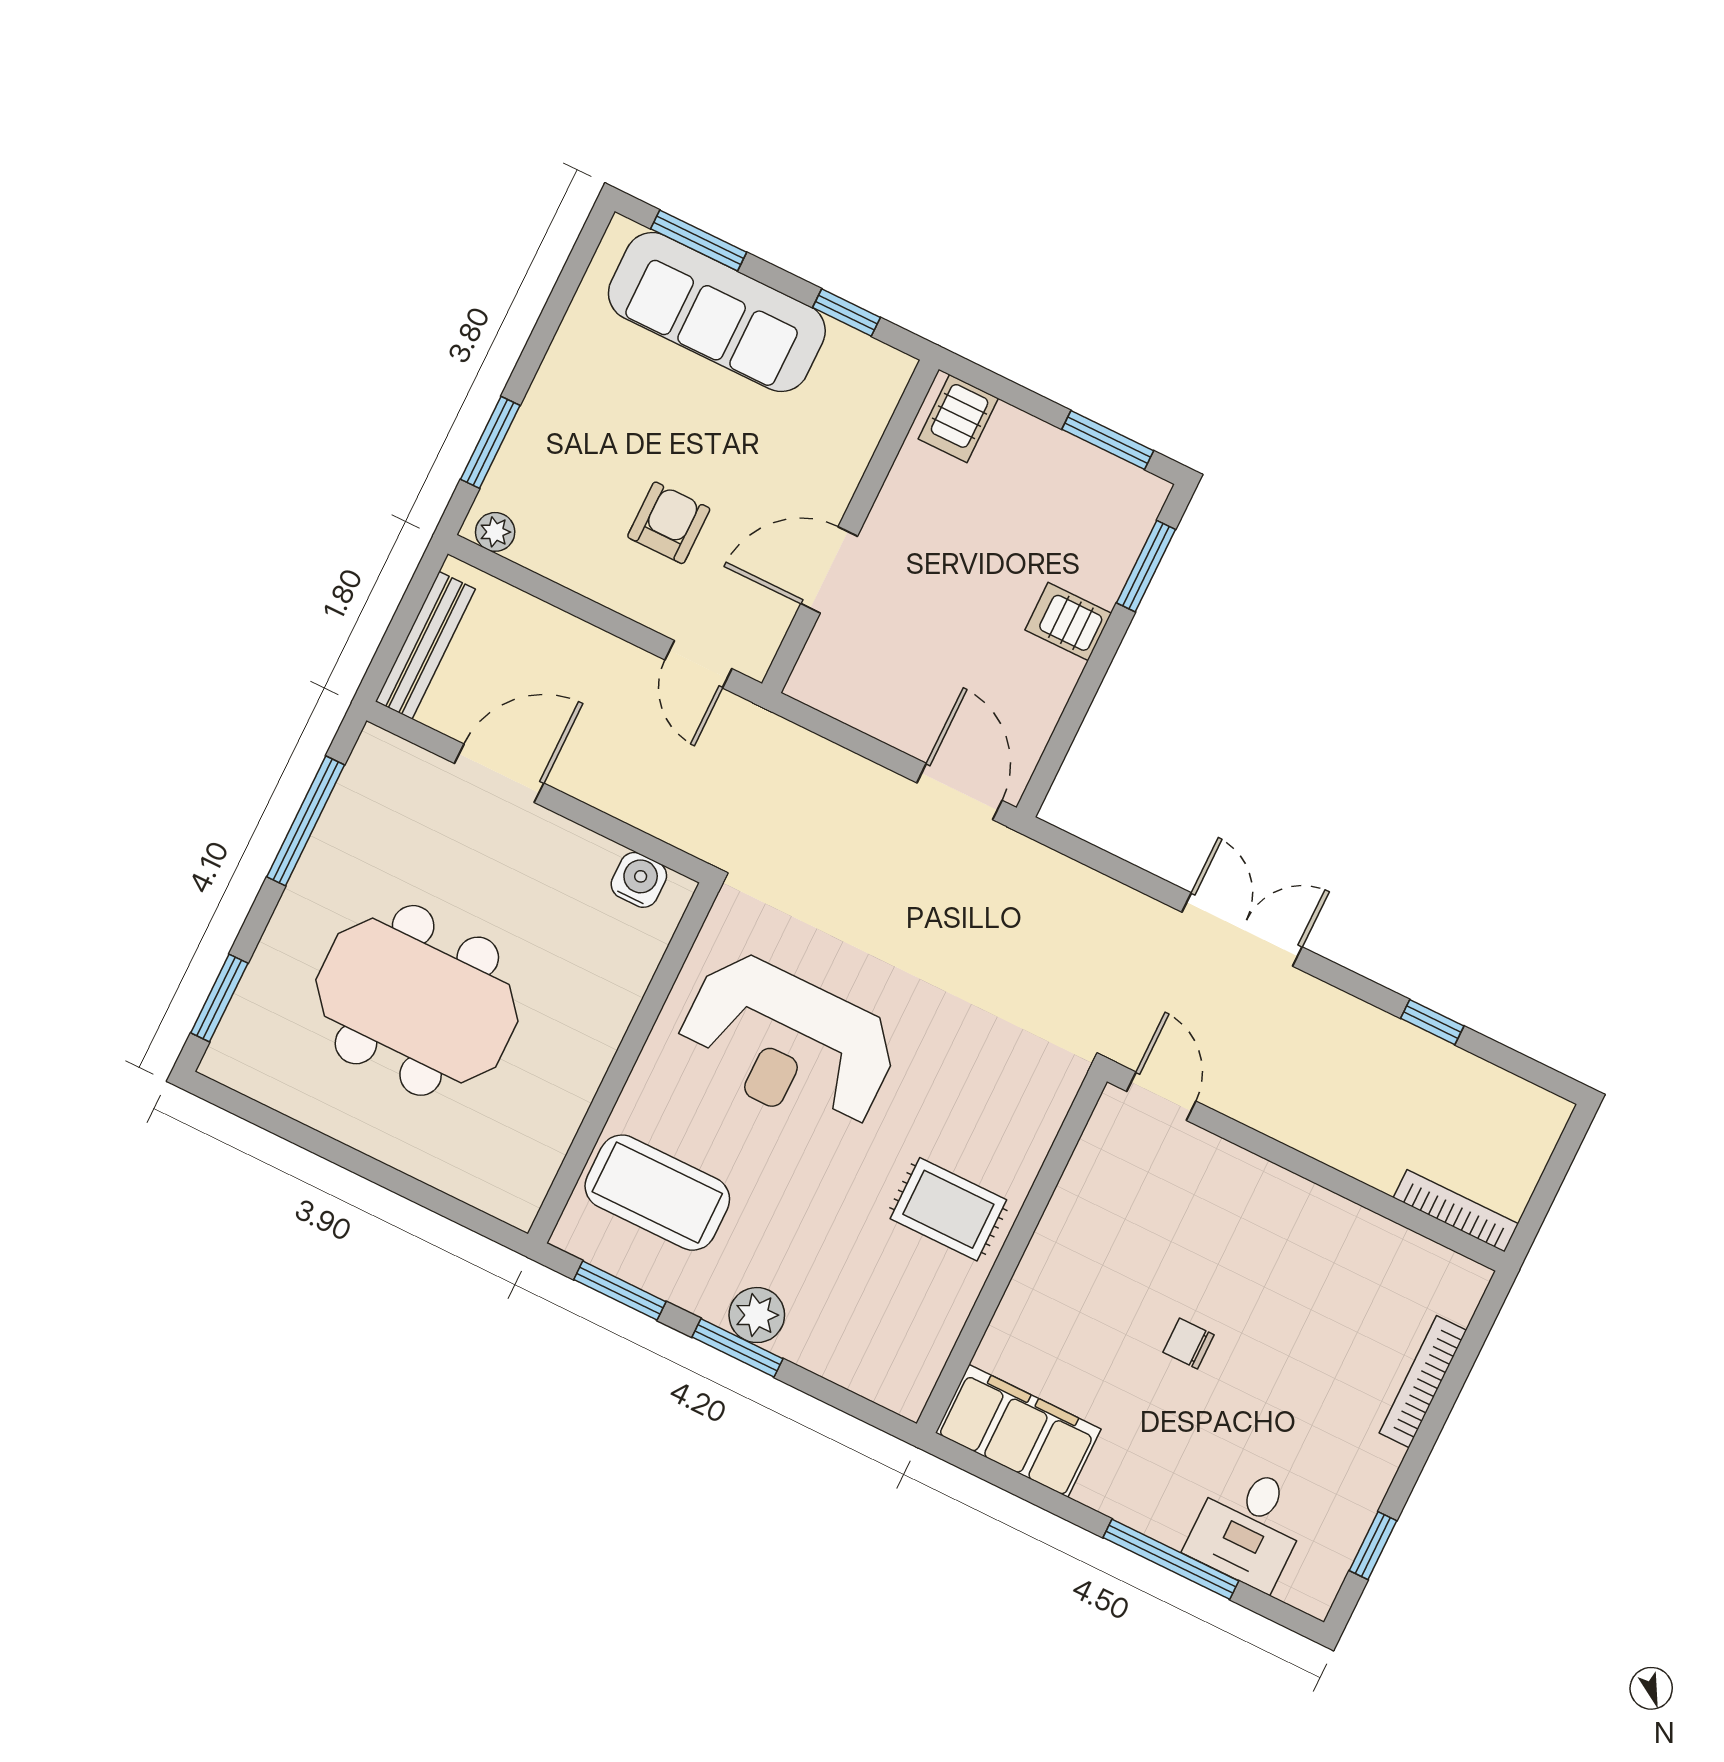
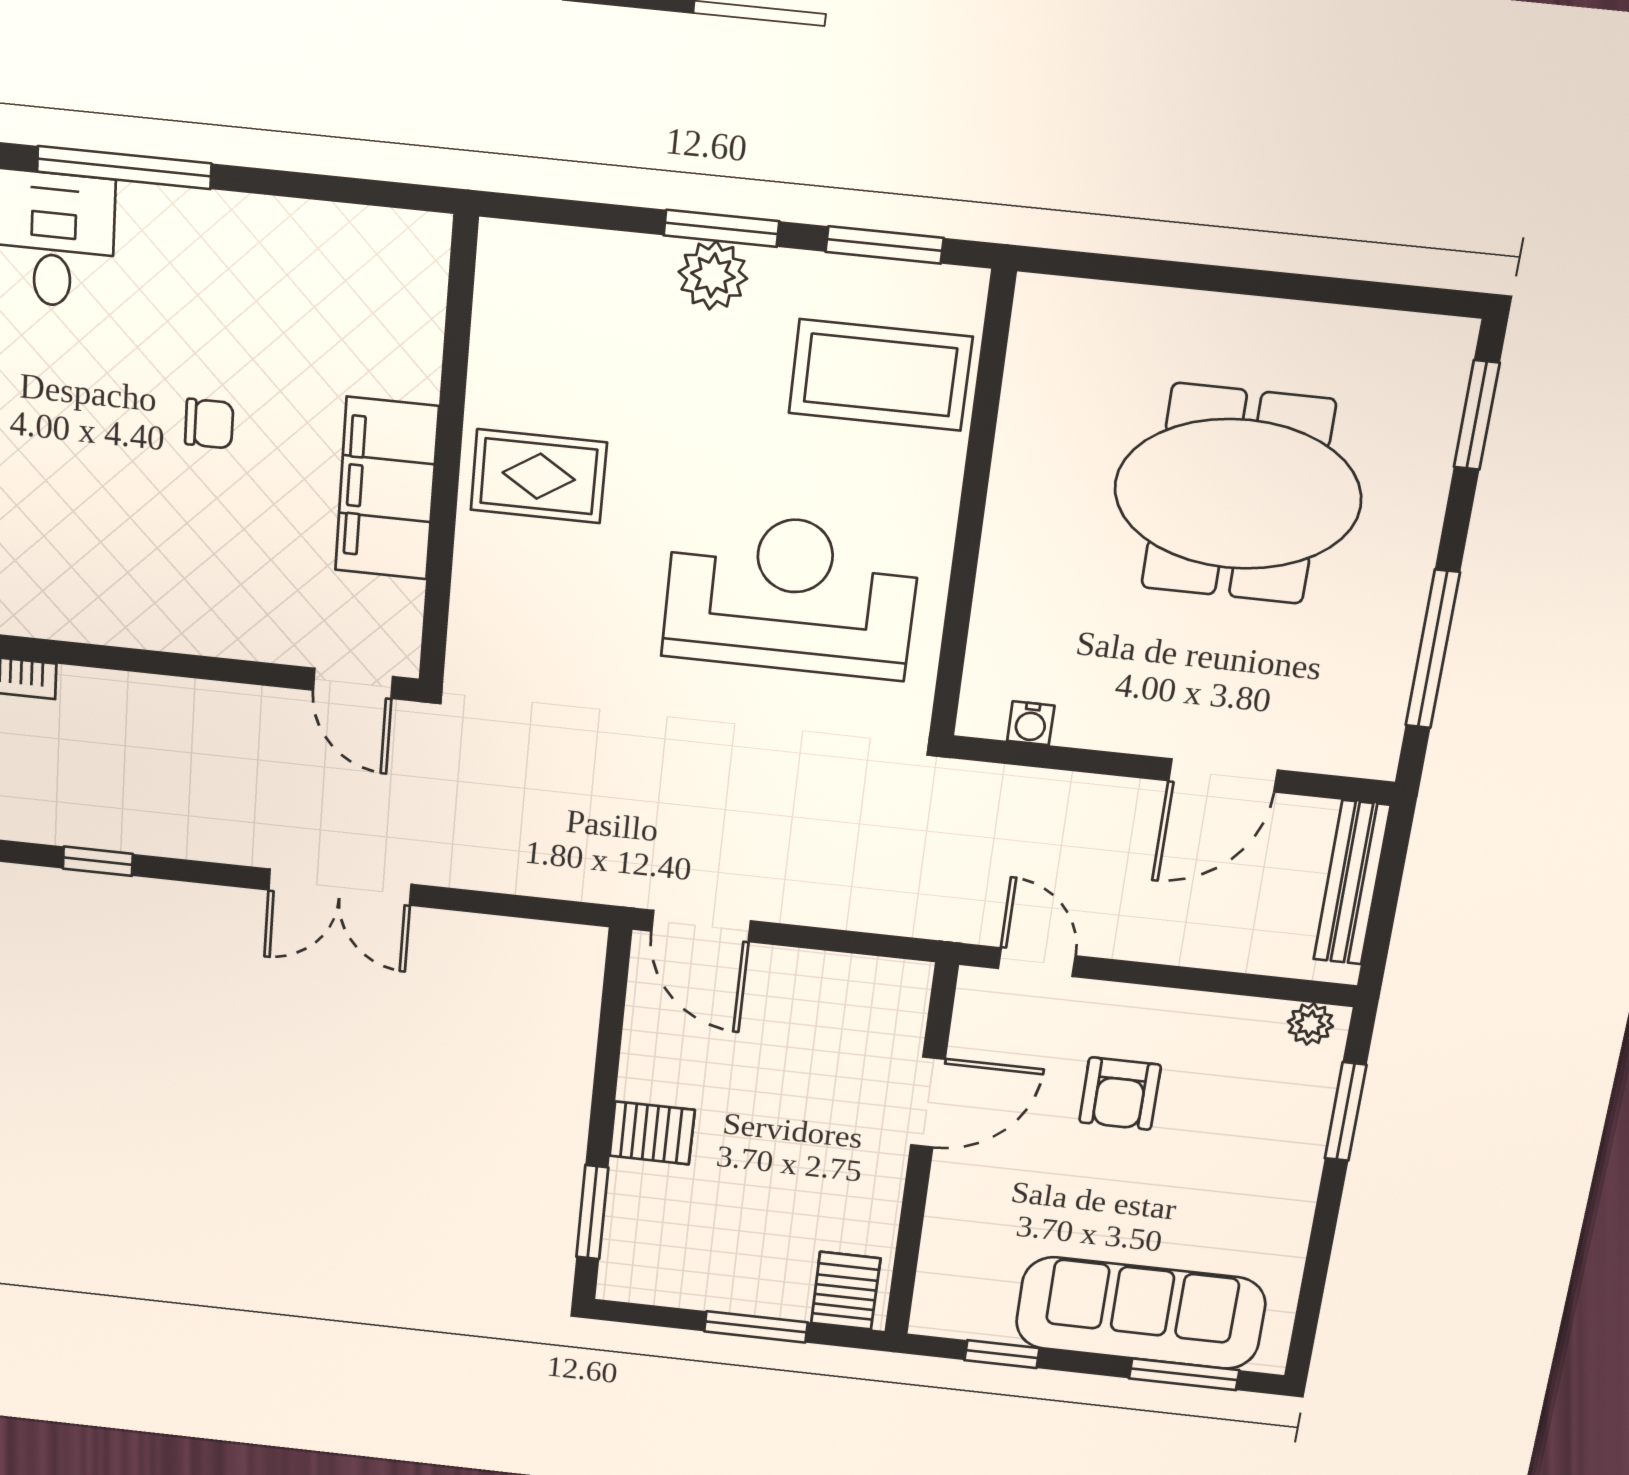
window: (1108, 440) -> (756, 1327), moved
water cooler: (639, 880) -> (1031, 723), width x0.72, depth x0.72
filing cabinet: (1018, 1431) -> (387, 489), moved, turned 90

